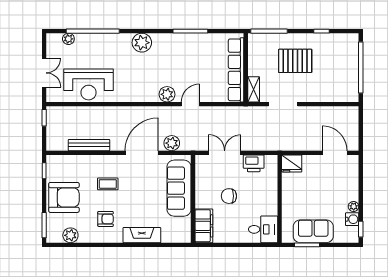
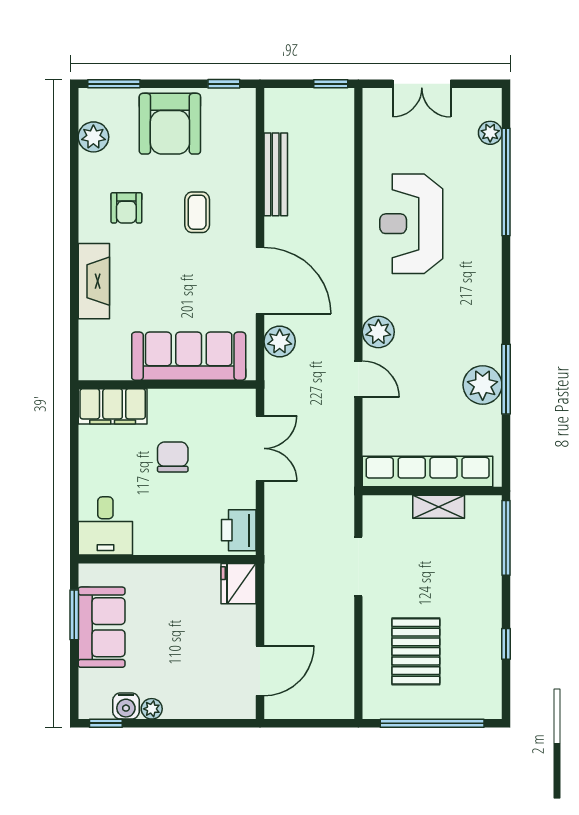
plant: (142, 43) -> (483, 385), moved
pallet: (295, 61) -> (416, 651), moved
reception desk: (89, 84) -> (411, 224), moved
shelving: (254, 89) -> (439, 507), moved
printer: (254, 163) -> (239, 530), moved

